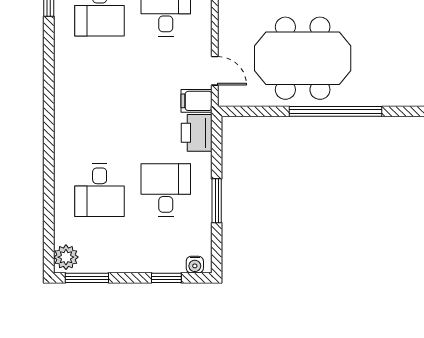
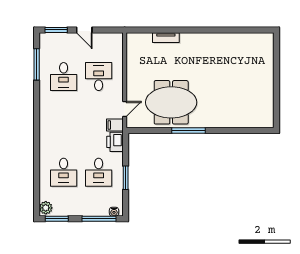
door: (215, 71) -> (125, 109), hinge flipped
window: (335, 111) -> (189, 131), width x0.68
desk: (166, 190) -> (99, 172), turned 180
window: (166, 278) -> (99, 219), width x2.17

